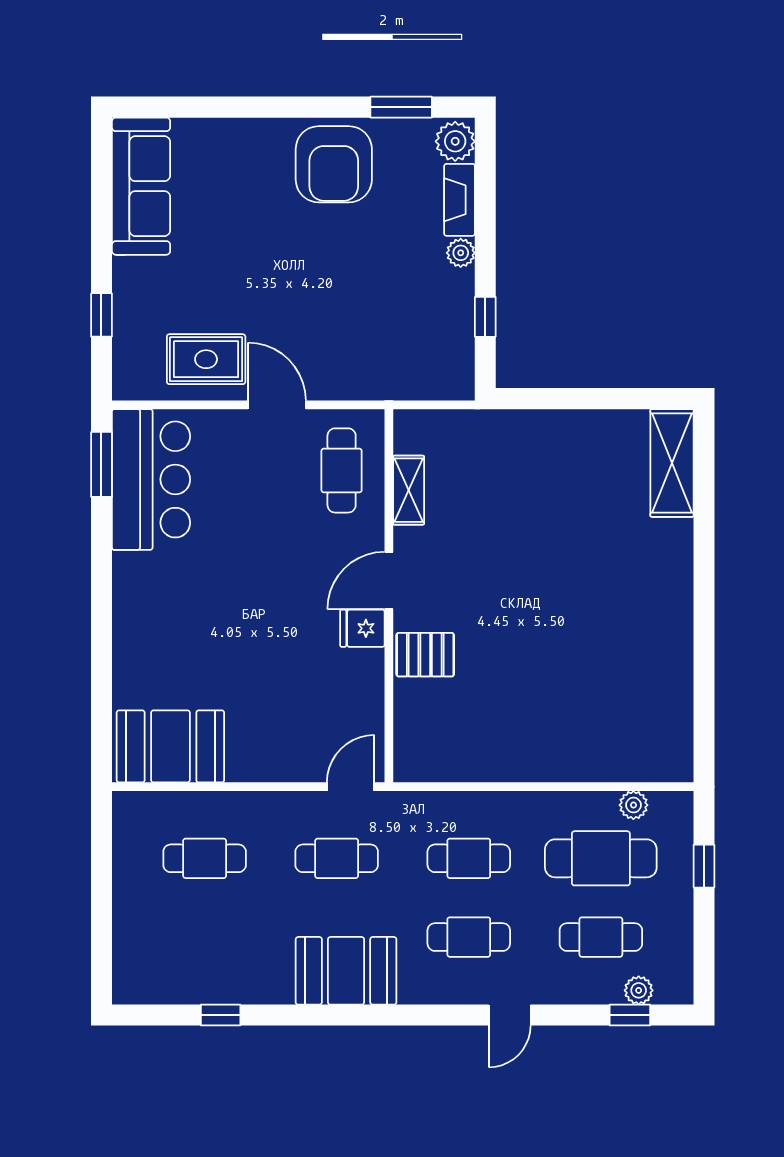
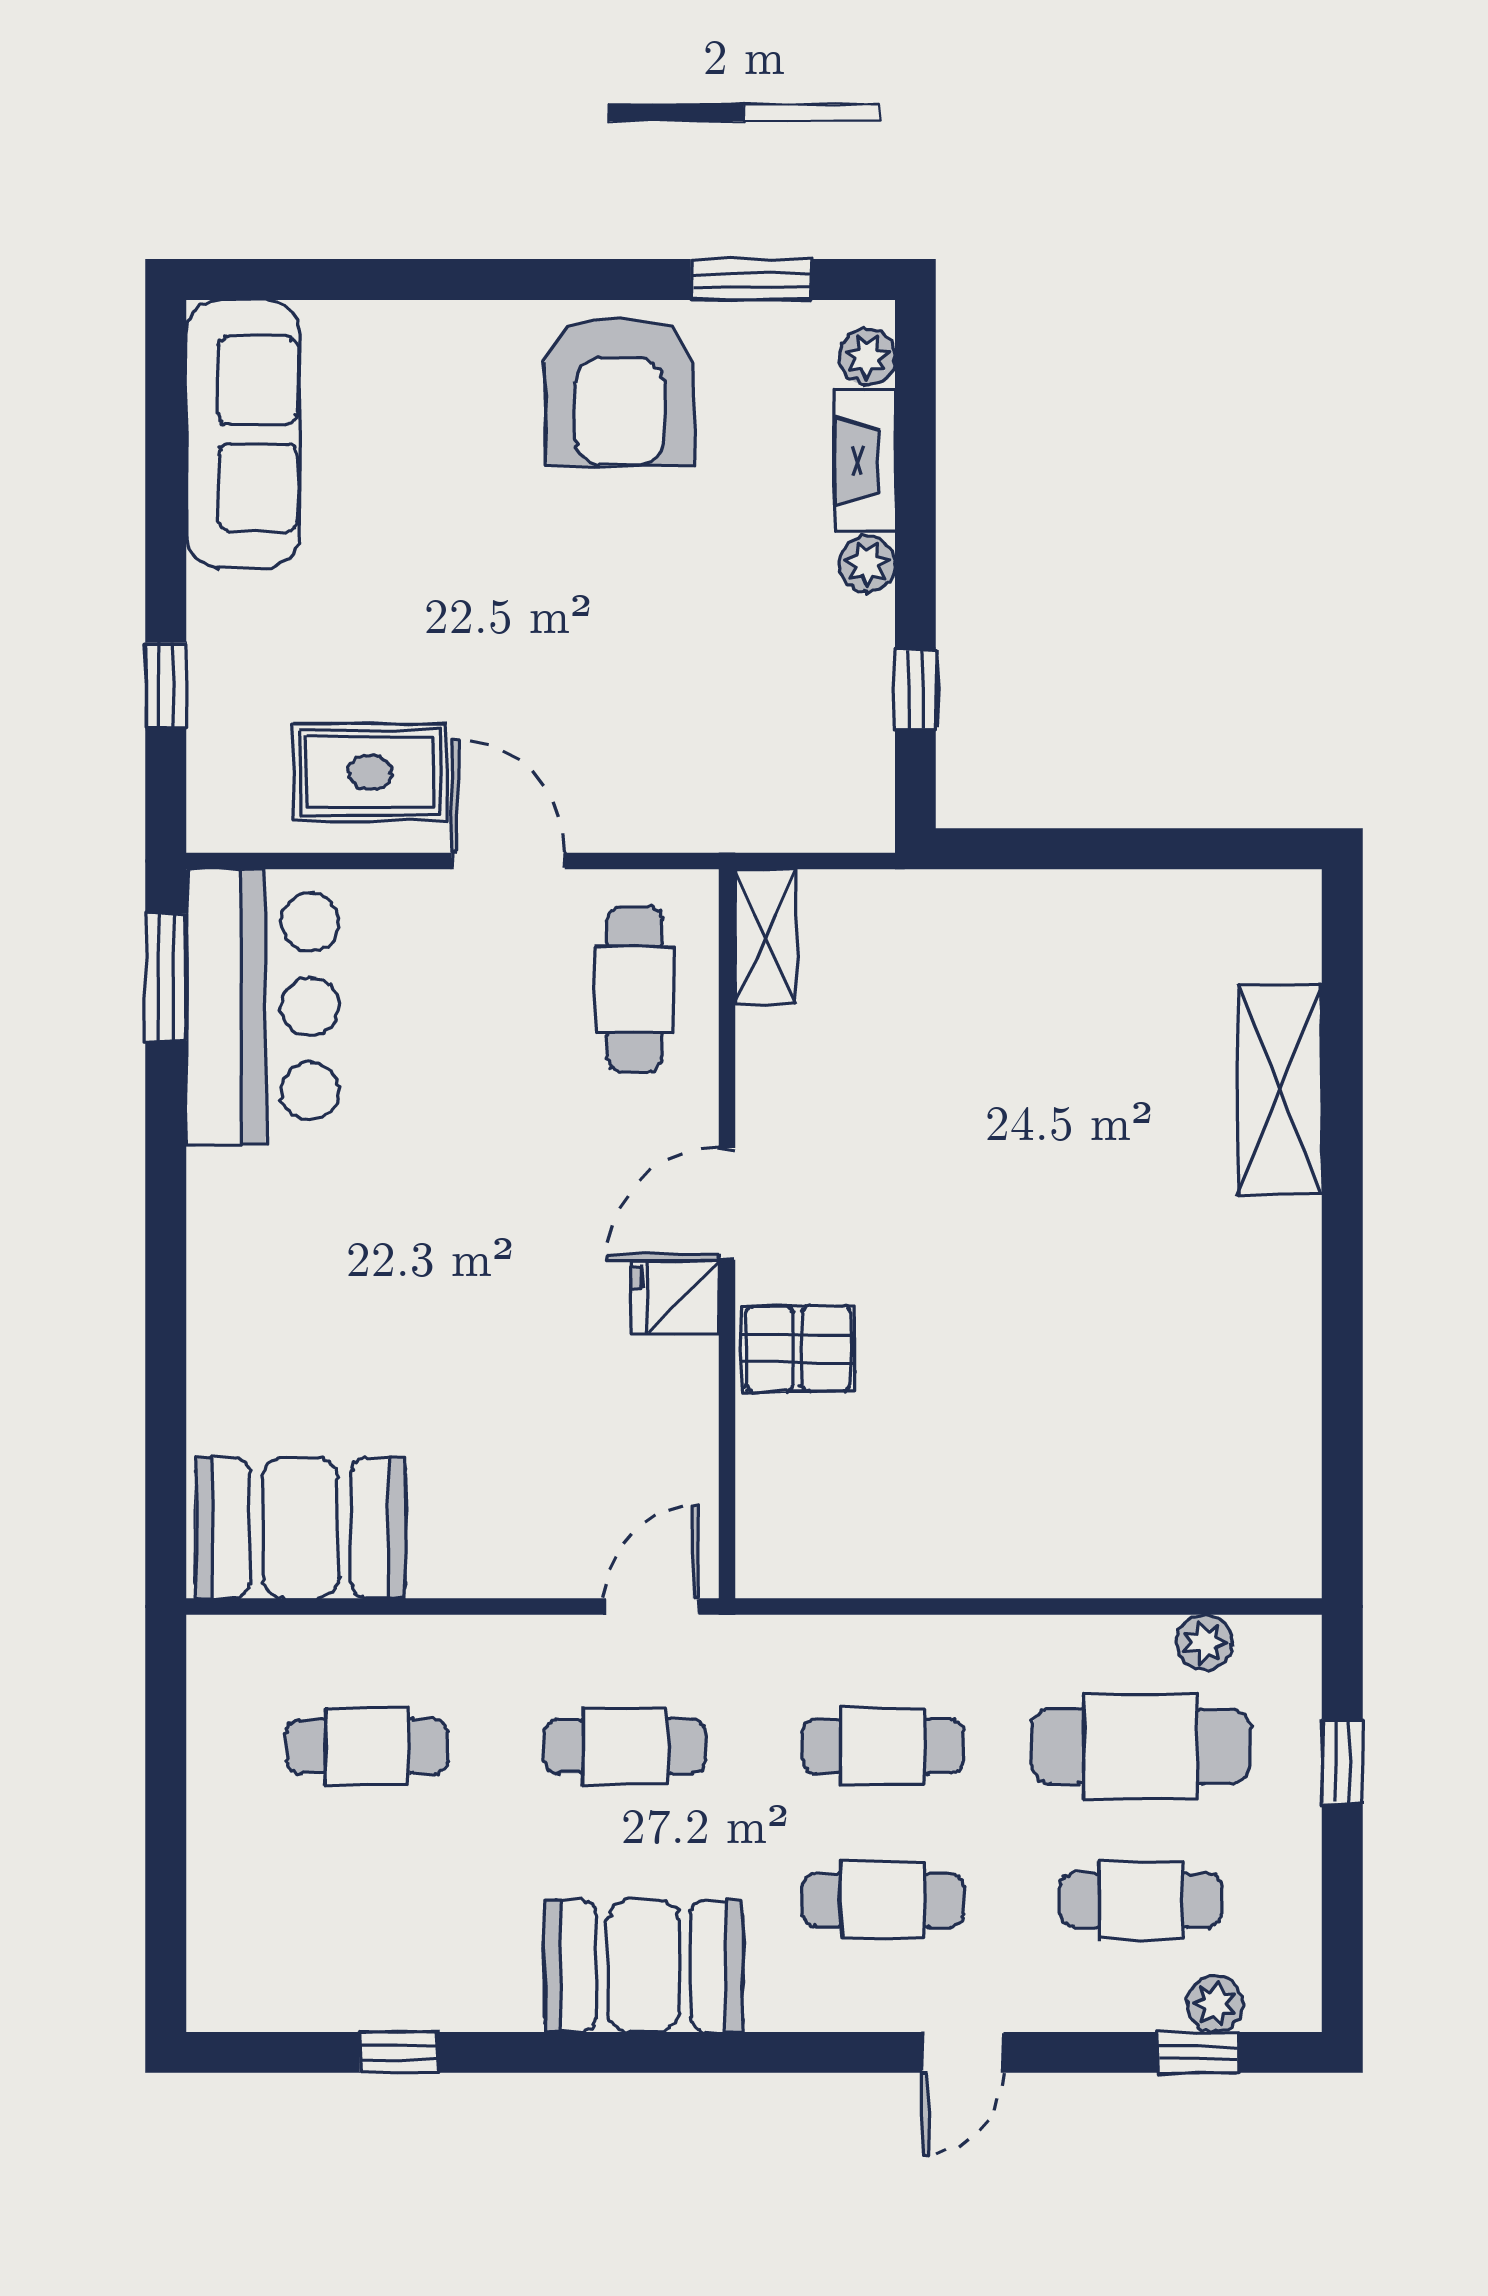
plant: (455, 141) -> (867, 357), width x0.73, depth x0.73
shelving: (672, 463) -> (1280, 1089), moved
shelving: (409, 490) -> (765, 936), moved

